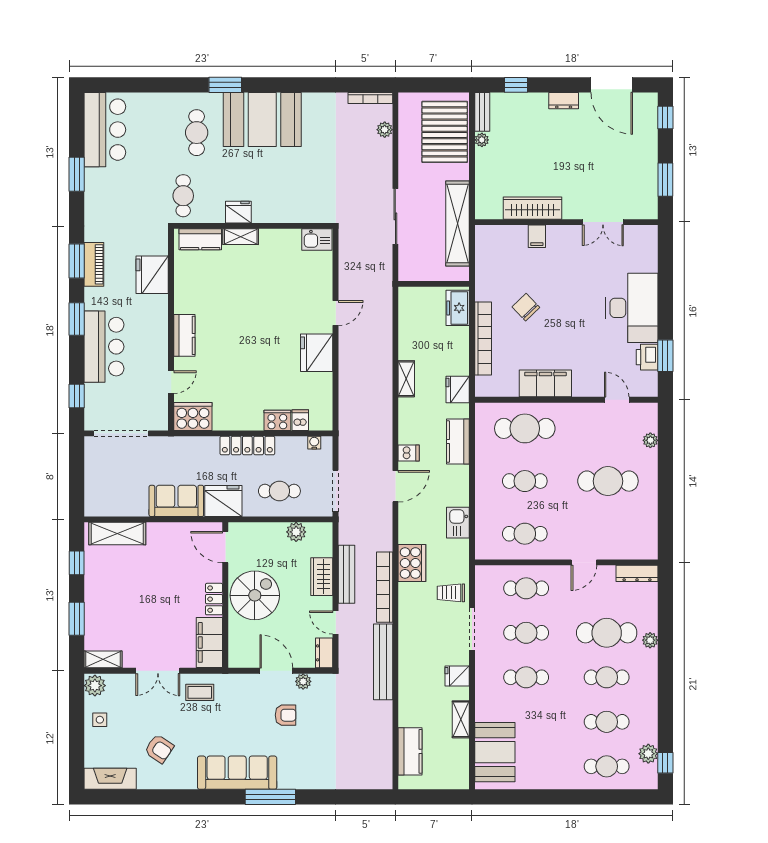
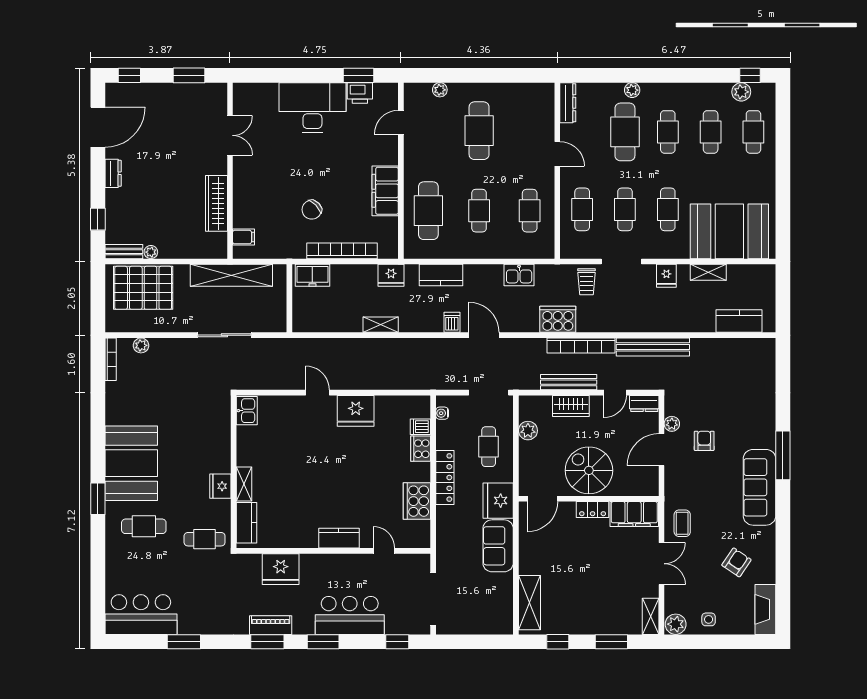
filing cabinet: (537, 236) -> (244, 237), moved
cooker: (193, 417) -> (417, 501), moved
booth: (495, 752) -> (729, 231), width x1.36, depth x1.42

